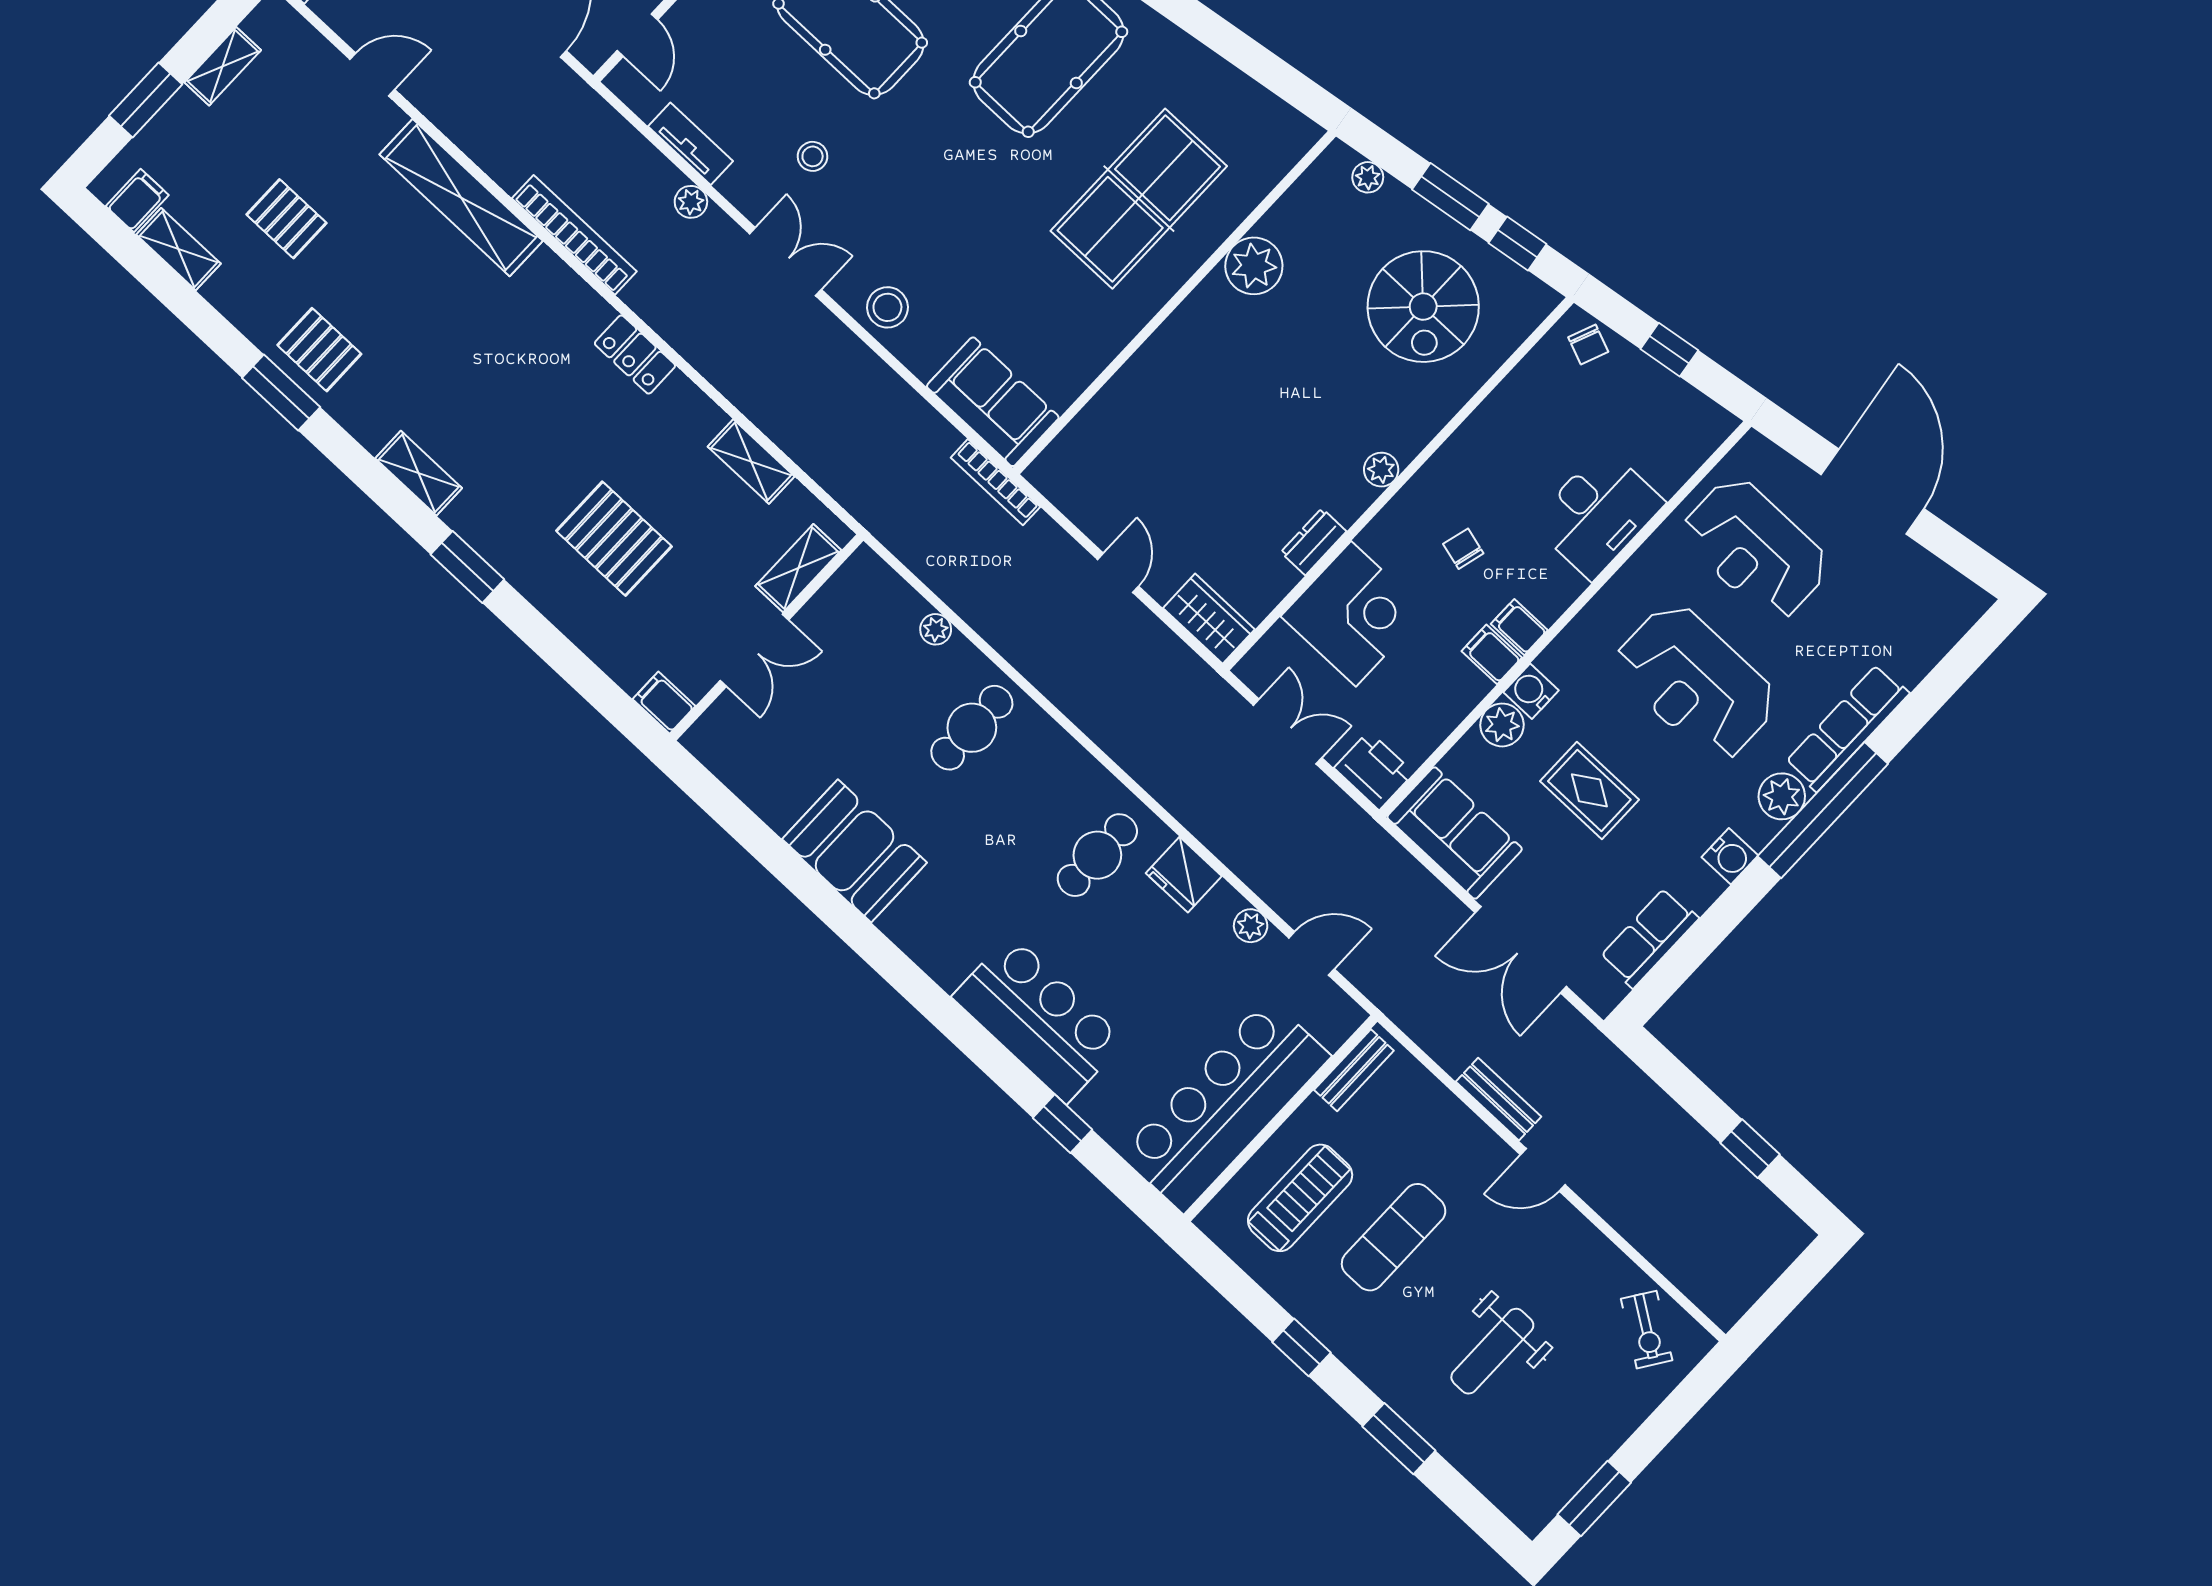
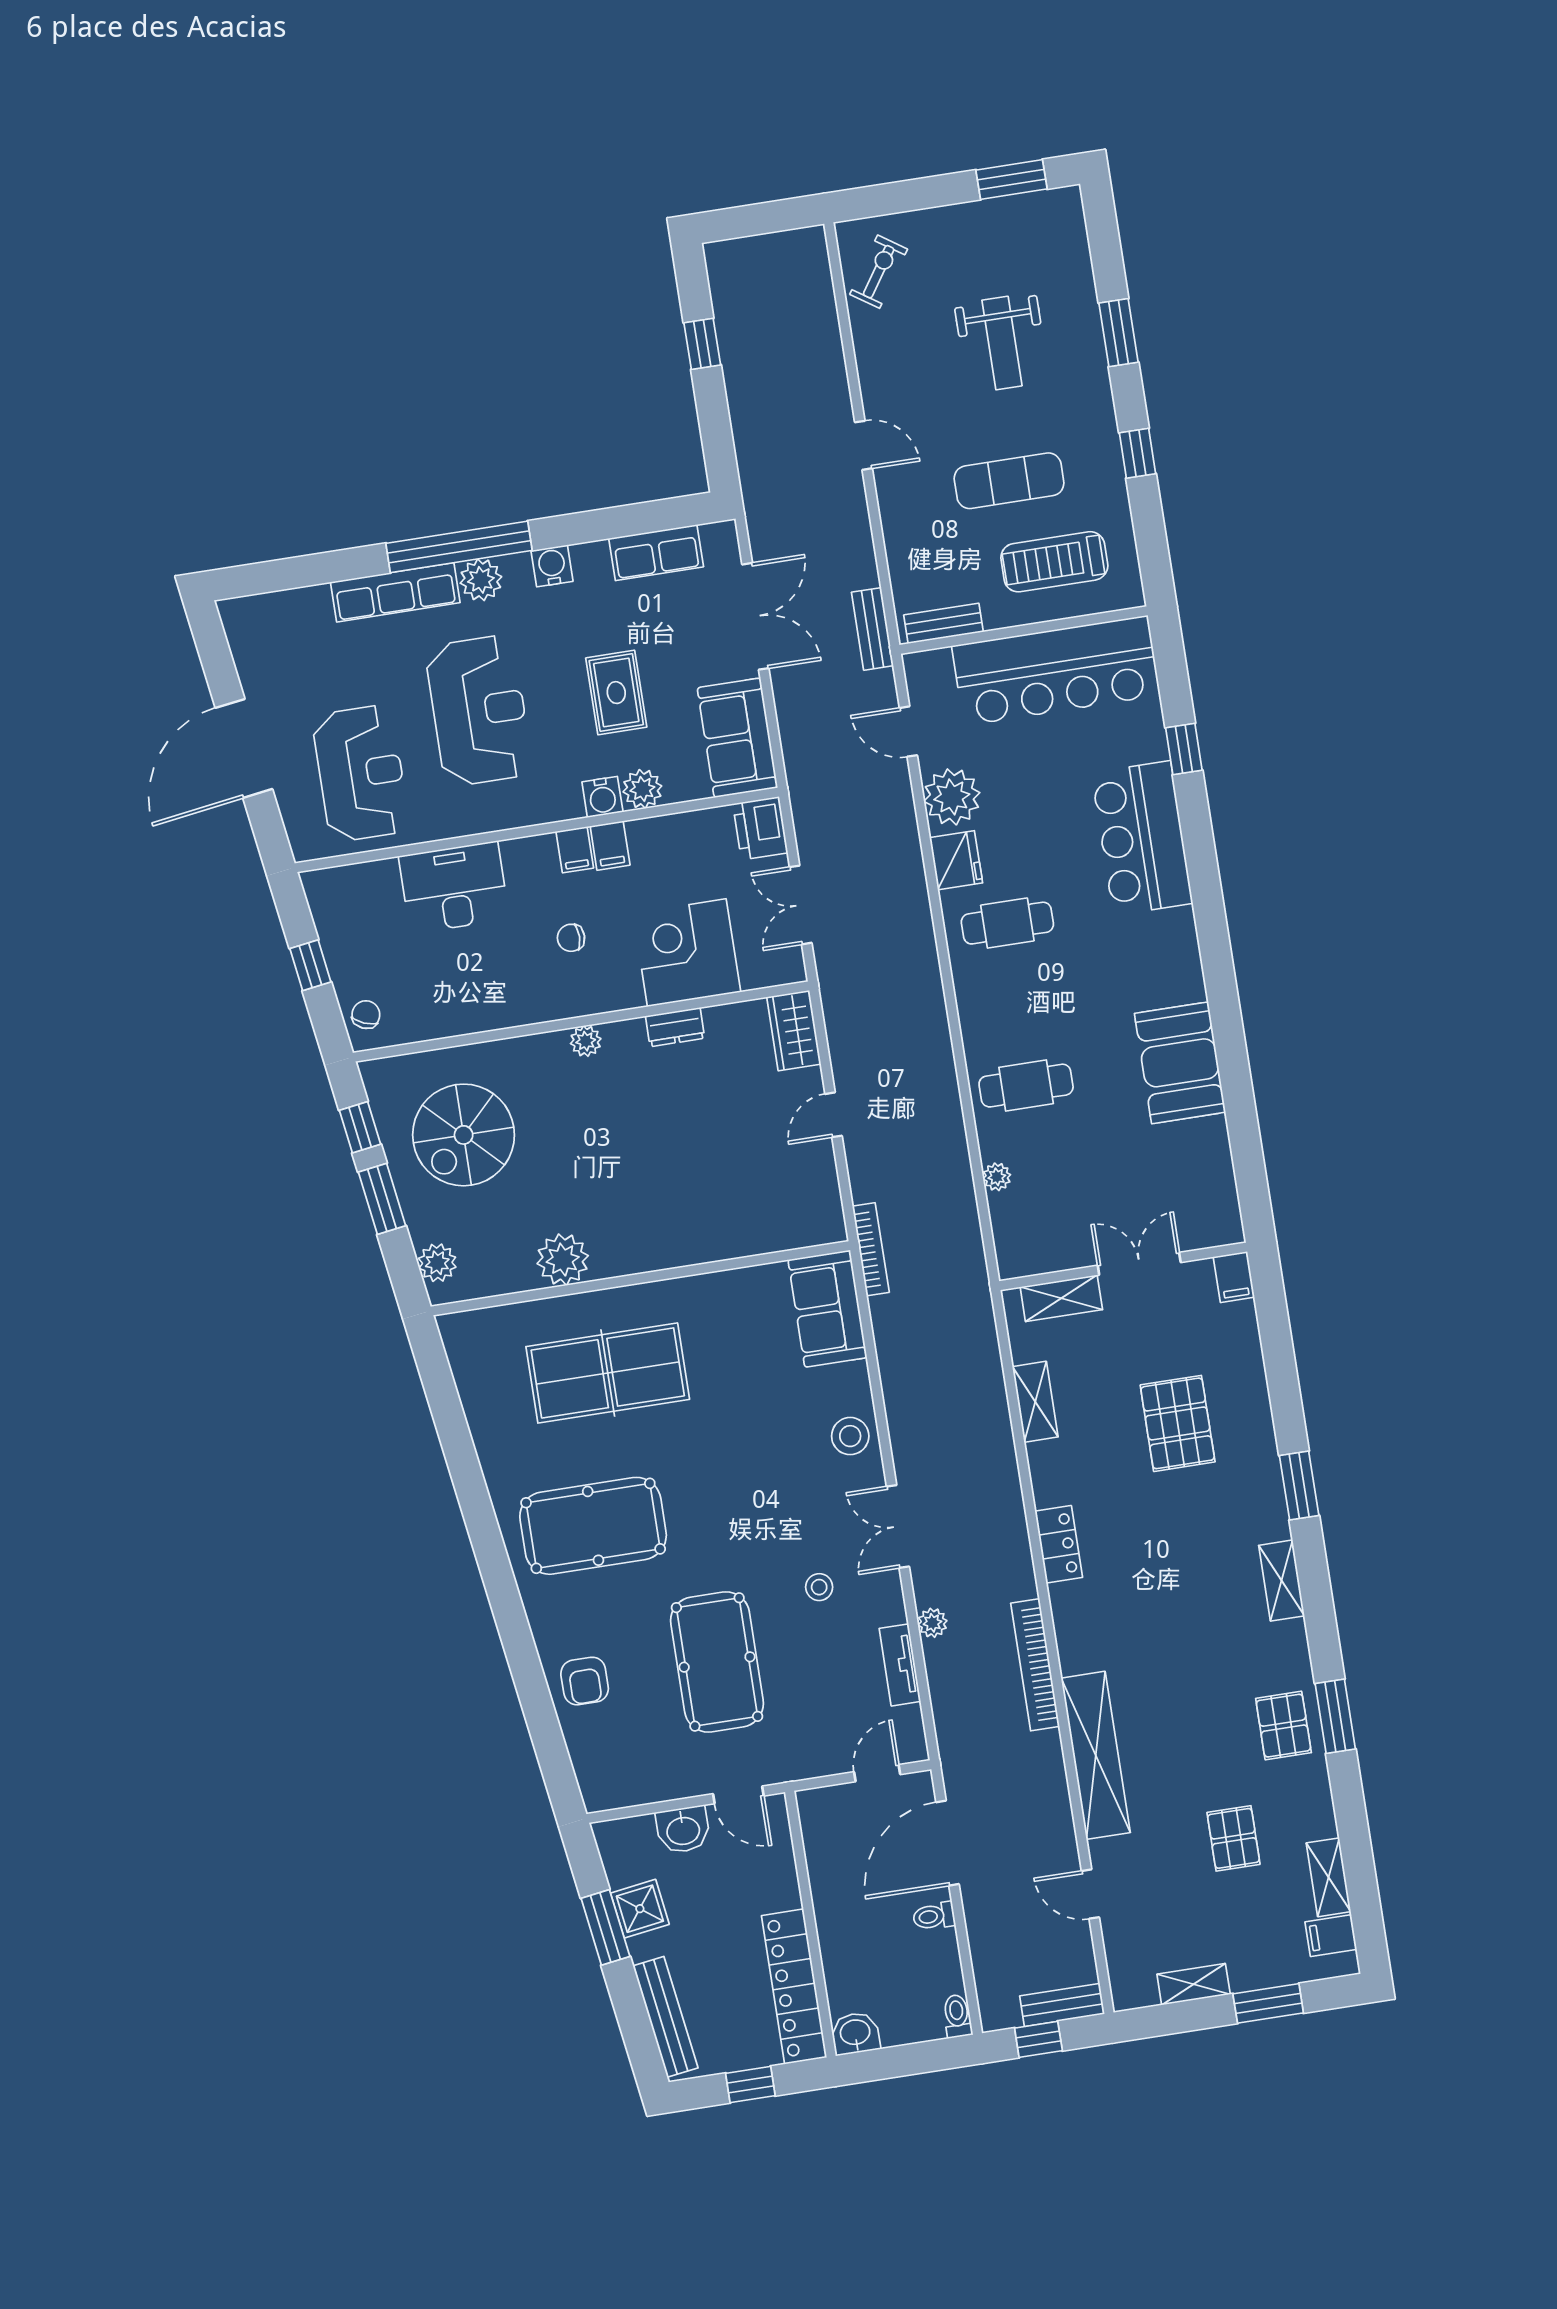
plant: (1368, 177) -> (437, 1263), width x1.38, depth x1.38
spiral stairs: (1423, 307) -> (464, 1135), turned 180
chair: (1463, 549) -> (571, 938), turned 75
plant: (1251, 926) -> (952, 797), width x1.87, depth x1.87
bench: (1499, 1099) -> (872, 629), moved
weight bench: (1492, 1351) -> (1002, 343), turned 90

